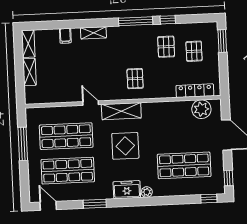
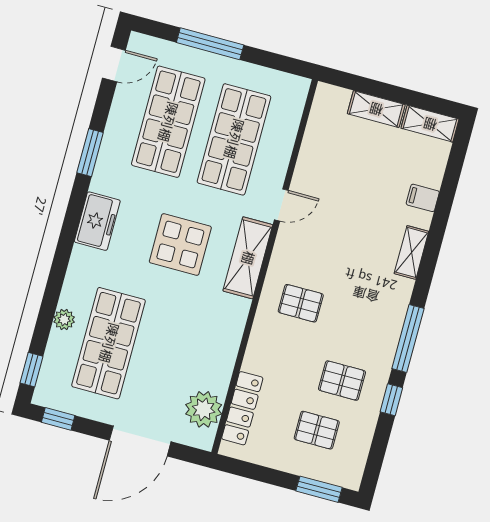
window: (23, 144) -> (210, 44), moved
plant: (147, 192) -> (64, 320), moved

